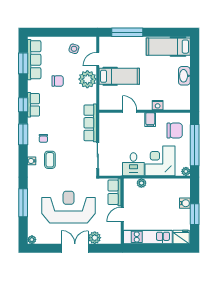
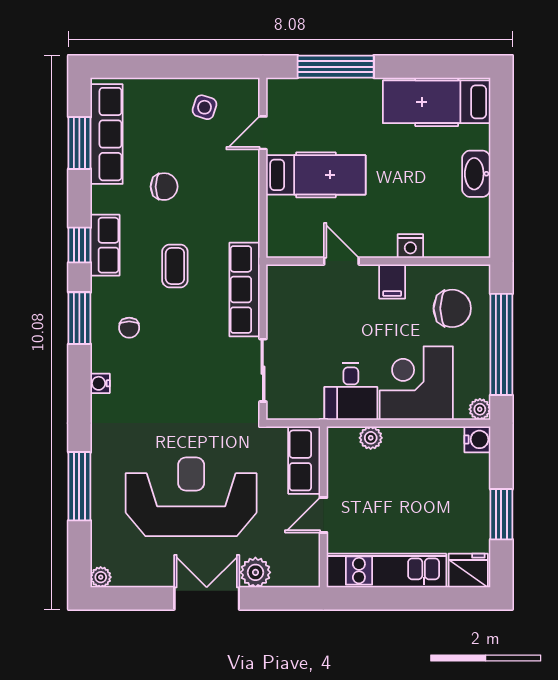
plant: (87, 79) -> (238, 182), removed
coffee table: (50, 160) -> (175, 266), moved
water cooler: (185, 203) -> (477, 439), moved

